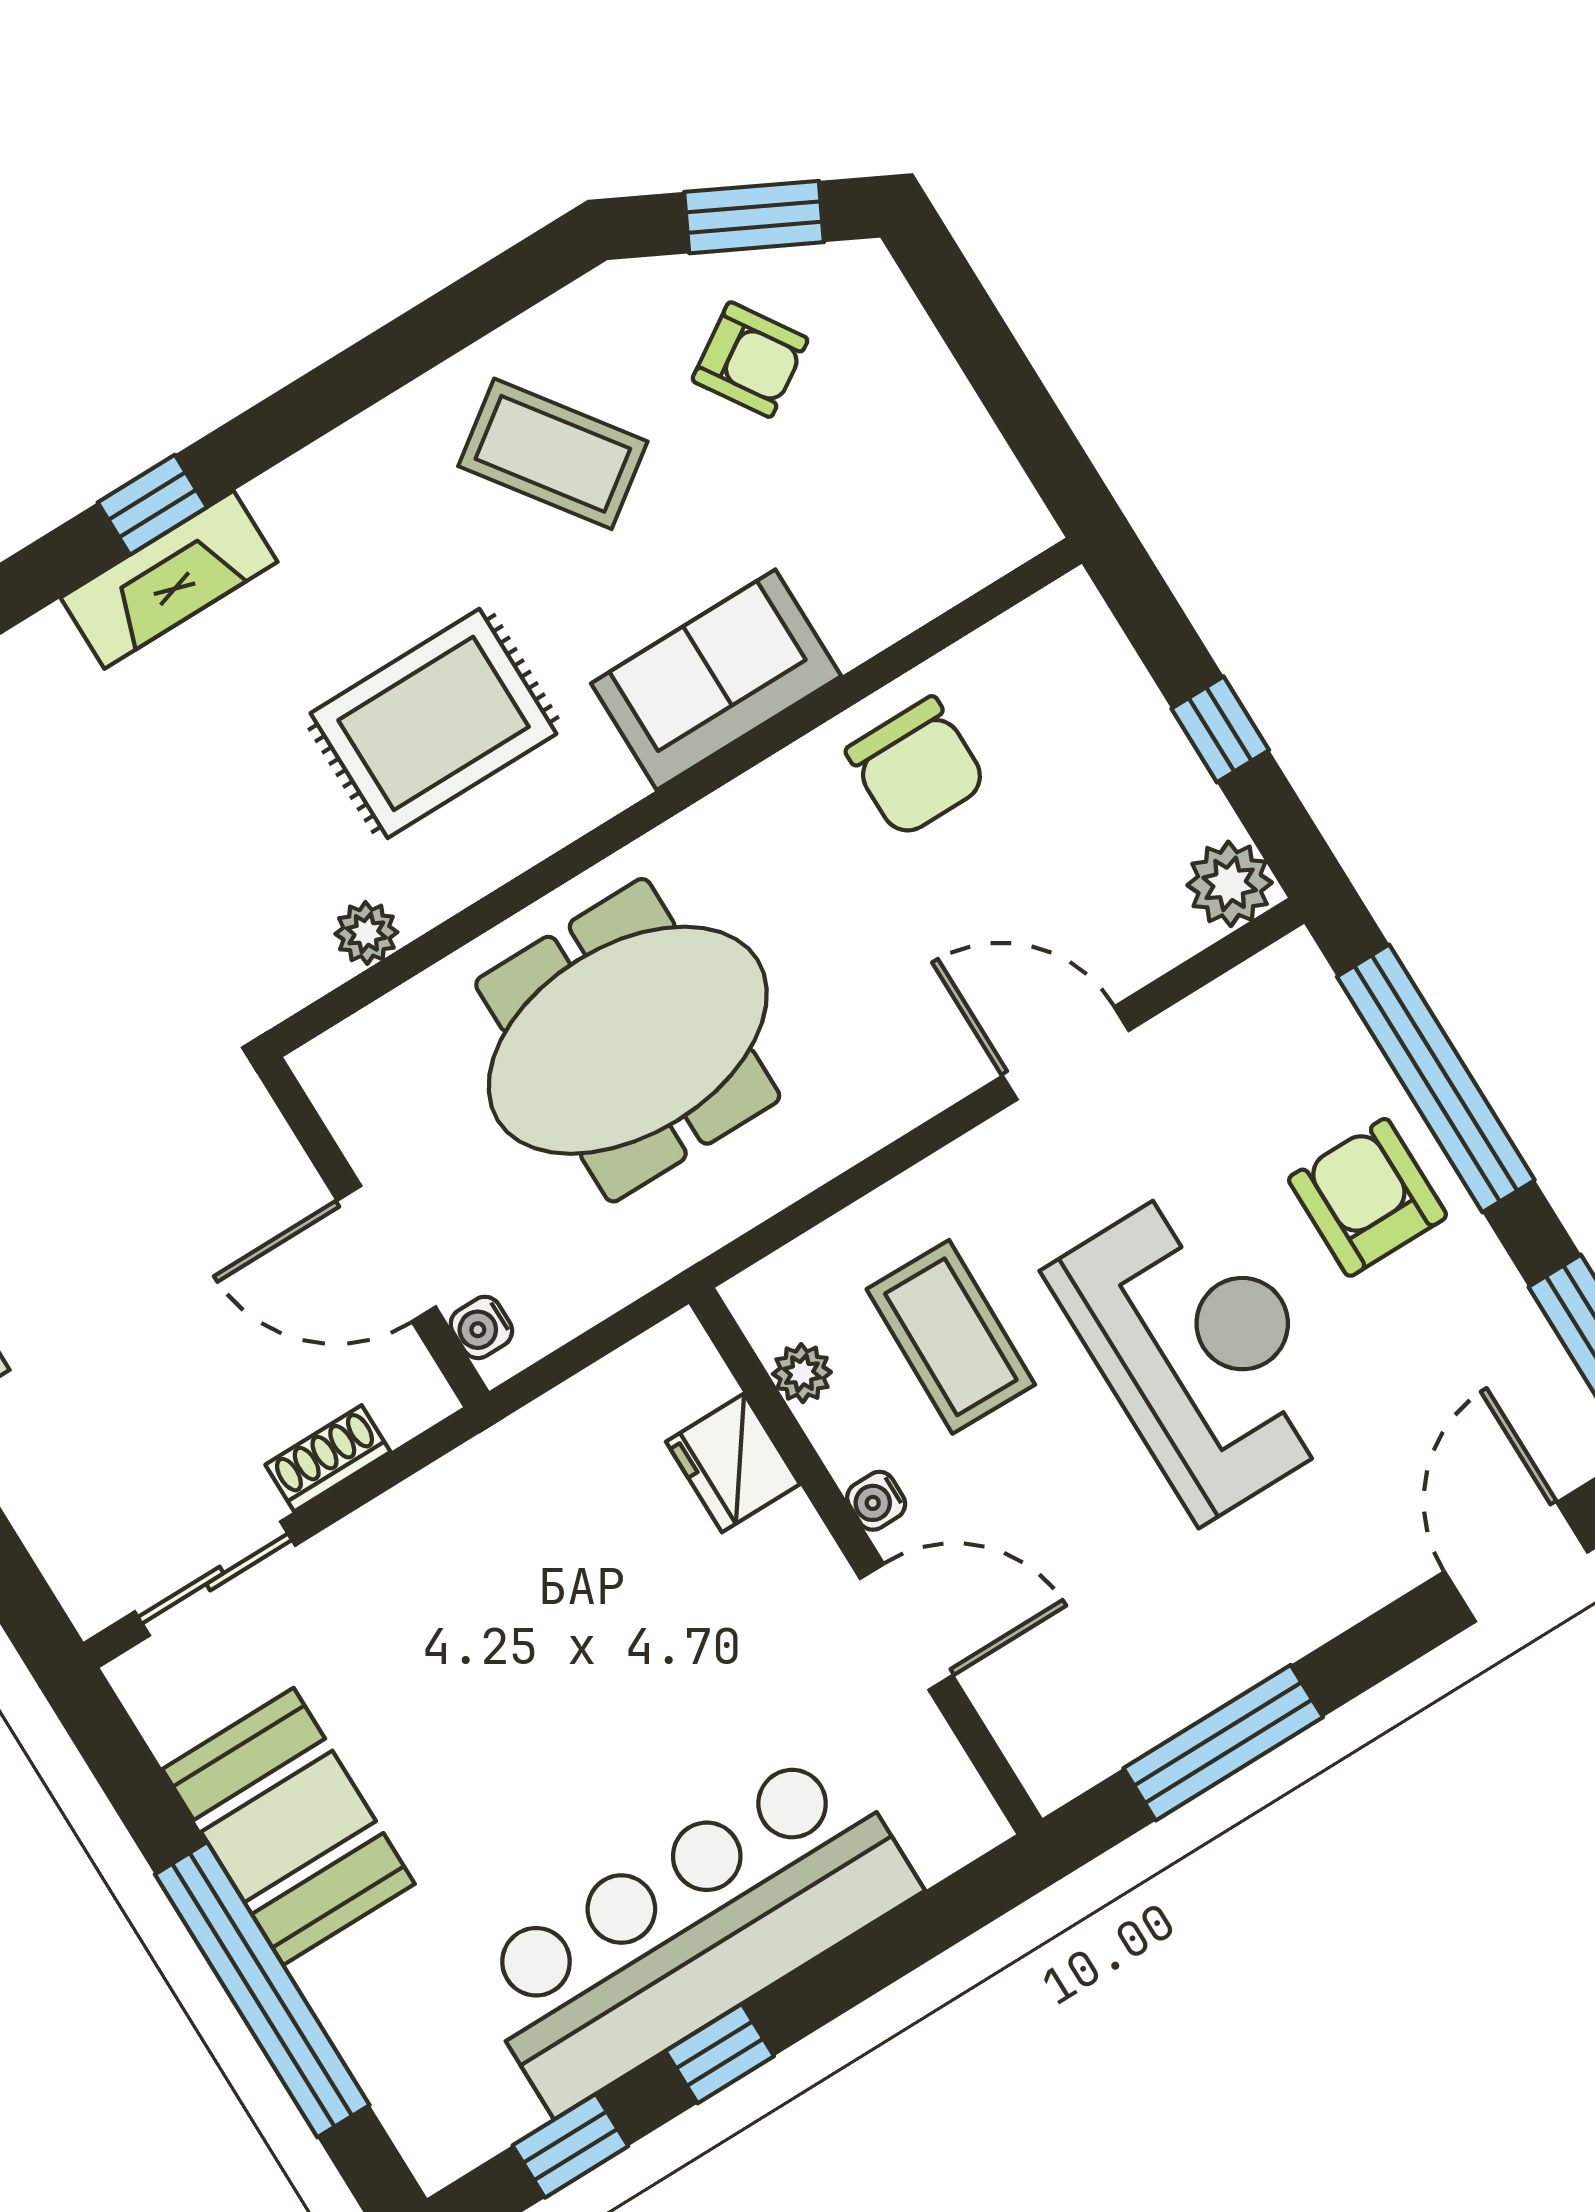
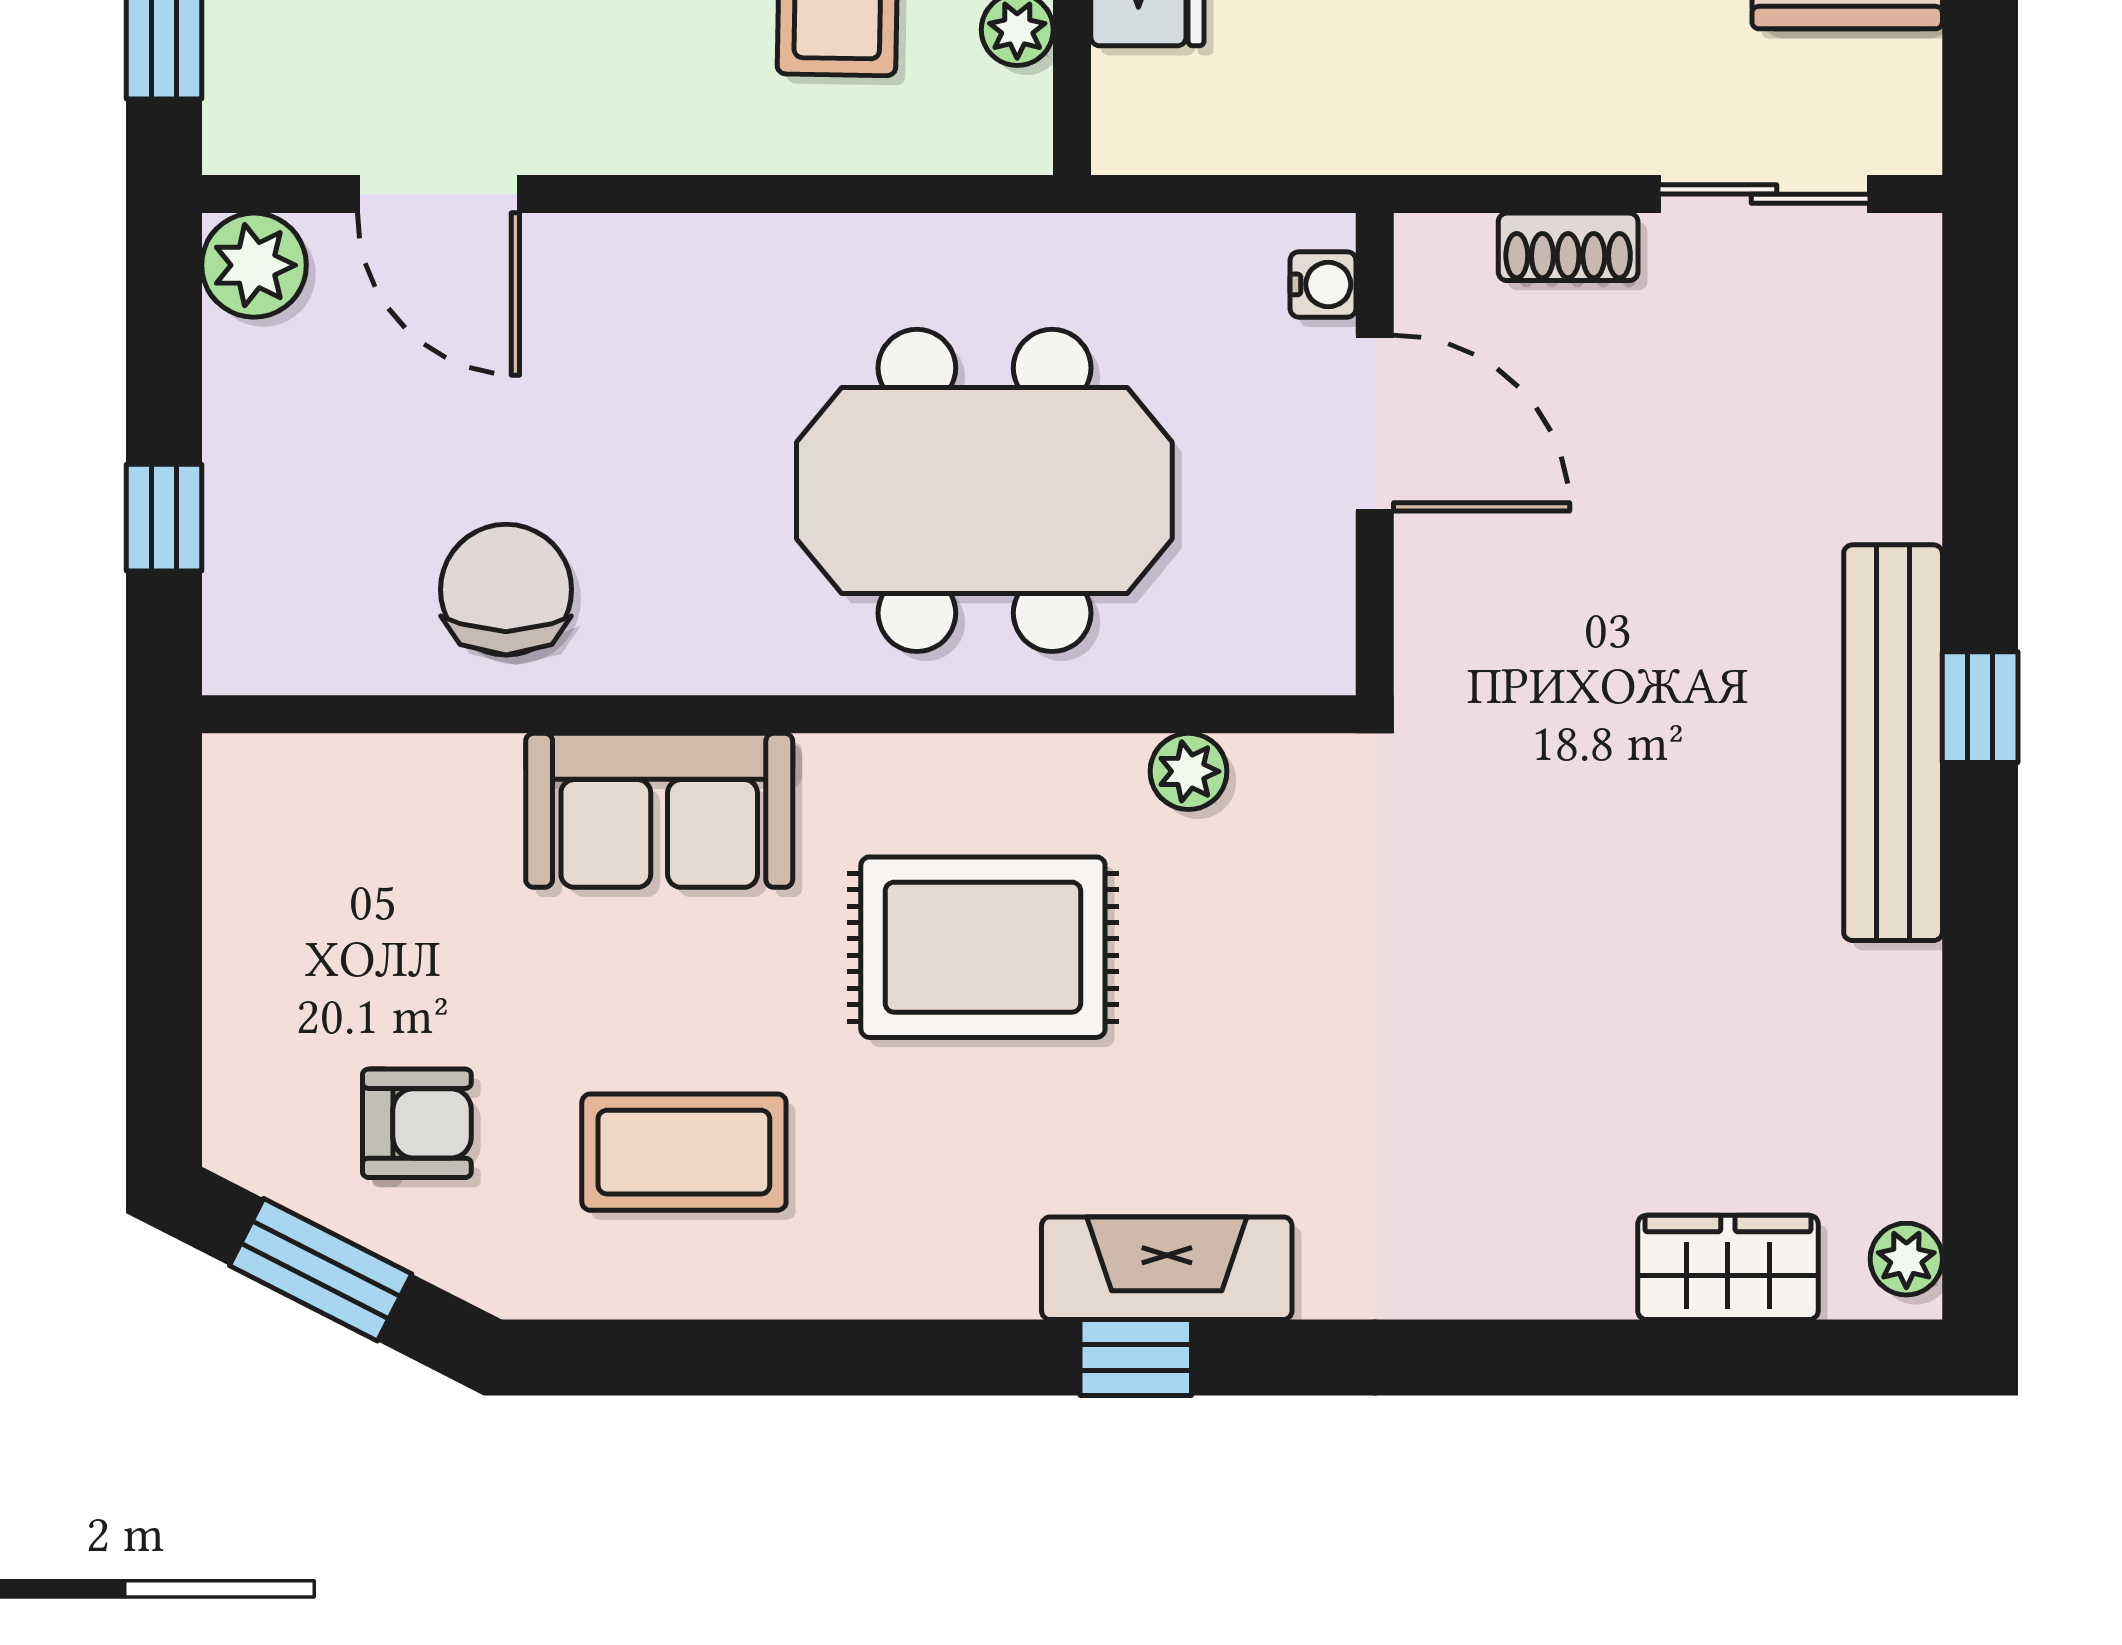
armchair: (750, 360) -> (417, 1123), turned 123
coffee table: (553, 454) -> (684, 1152), turned -54
window: (1220, 729) -> (164, 518), moved
door: (1066, 1053) -> (438, 194), moved

